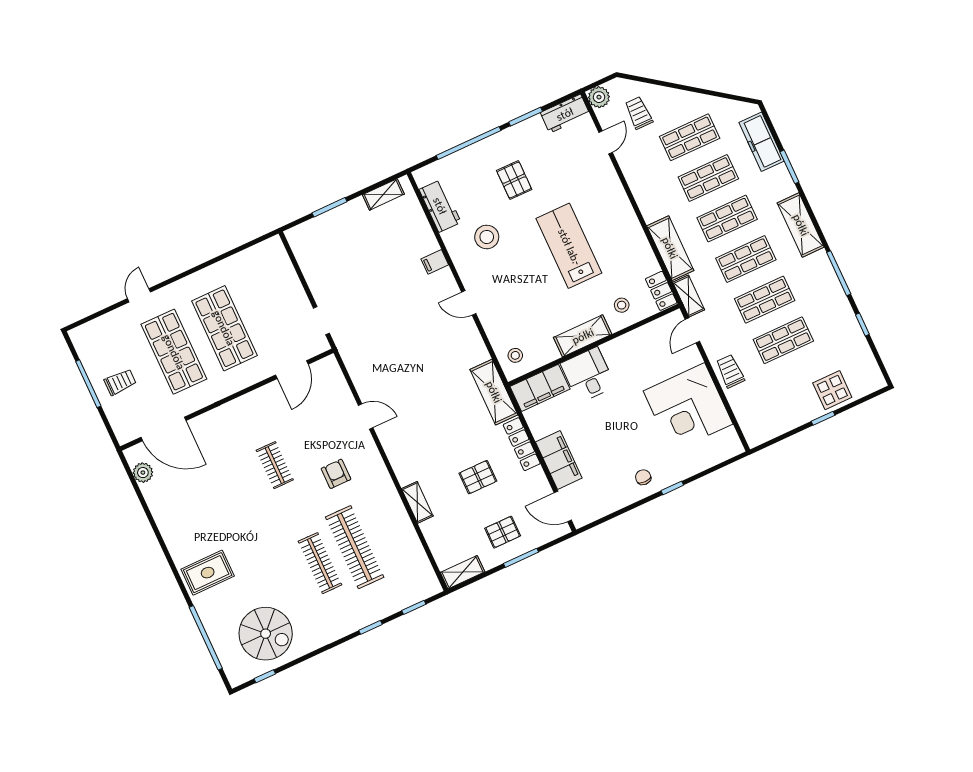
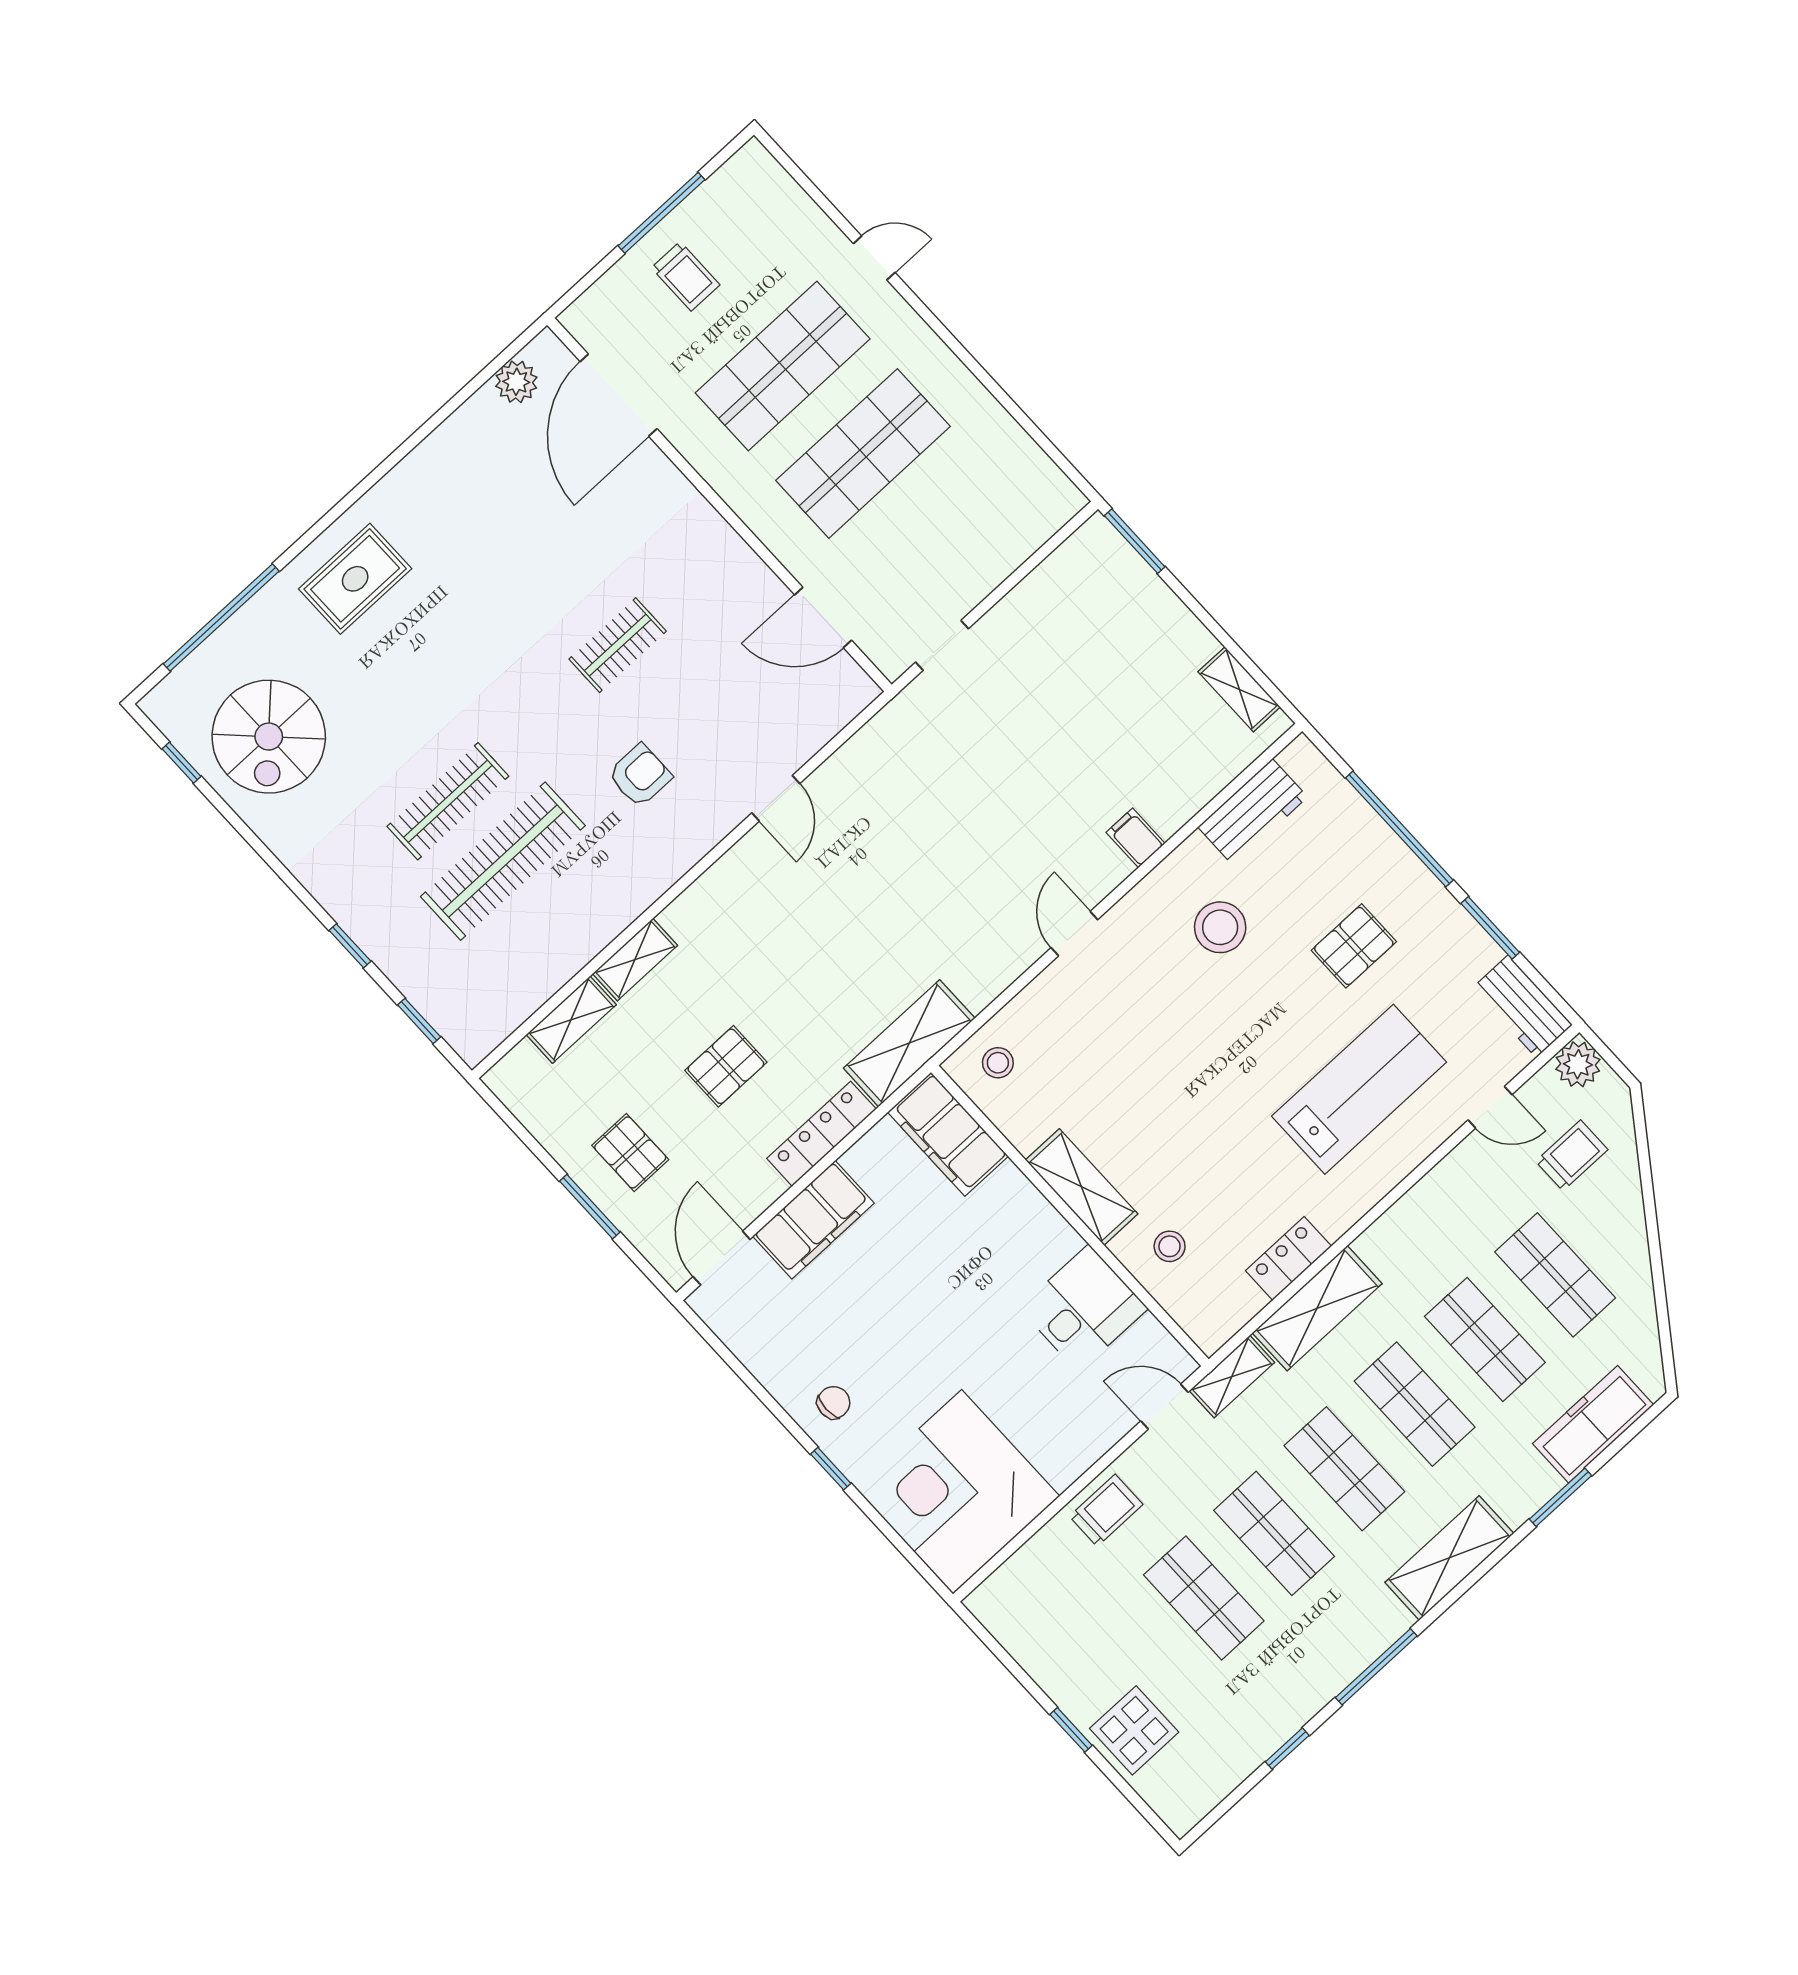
window: (330, 207) -> (1135, 541), moved
lab bench: (569, 246) -> (1359, 1089), moved
locker: (661, 291) -> (1288, 1258), moved
desk: (588, 375) -> (1084, 1308), moved
corner desk: (688, 407) -> (957, 1492), moved
pallet: (478, 477) -> (726, 1066), turned 90
shelving: (463, 572) -> (571, 1020), moved, turned 90
rug: (208, 573) -> (355, 579), turned 90

